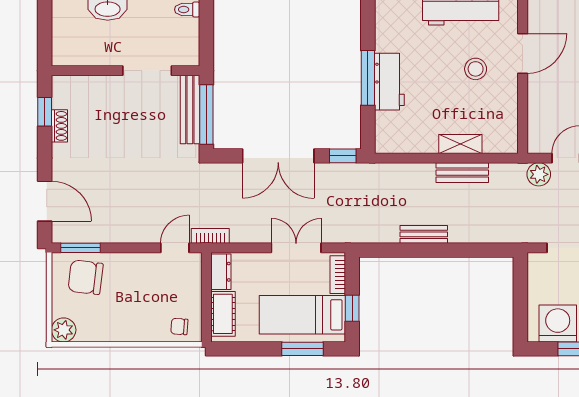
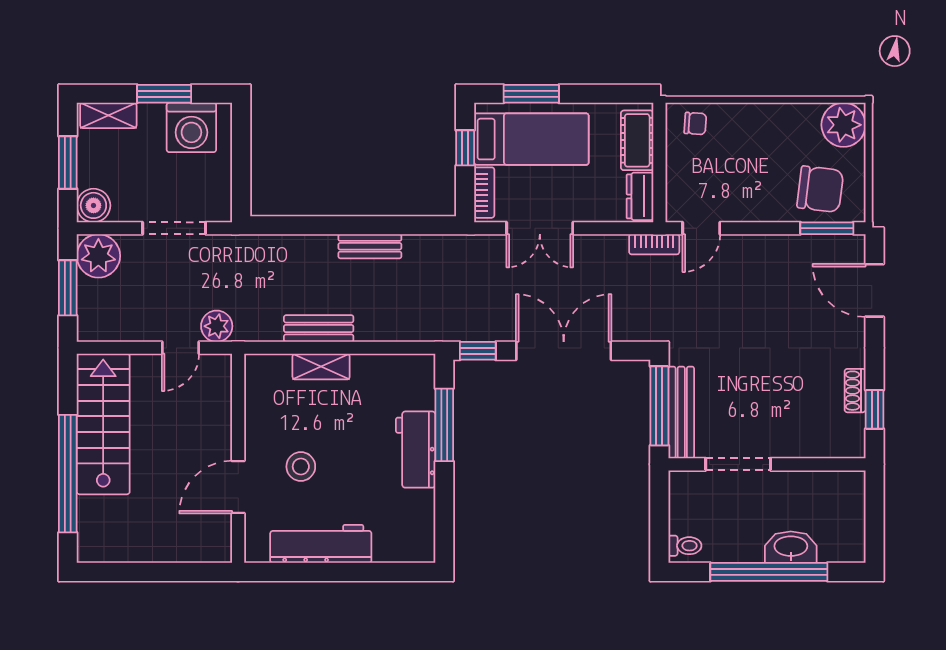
window: (368, 78) -> (444, 425), moved
plant: (64, 330) -> (844, 125), width x1.36, depth x1.36

